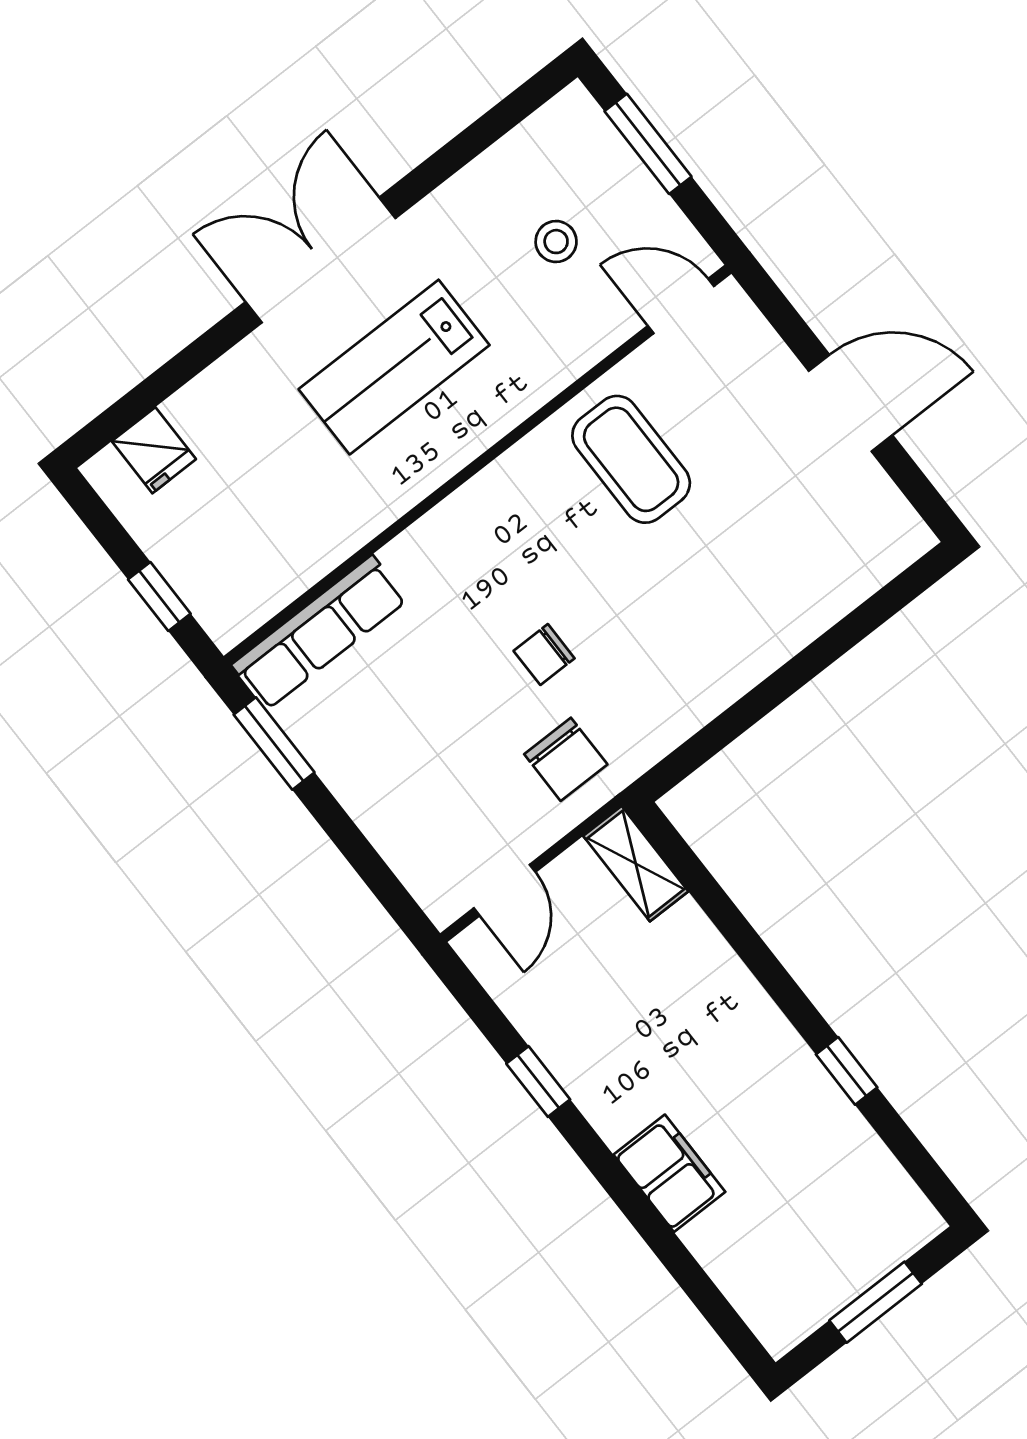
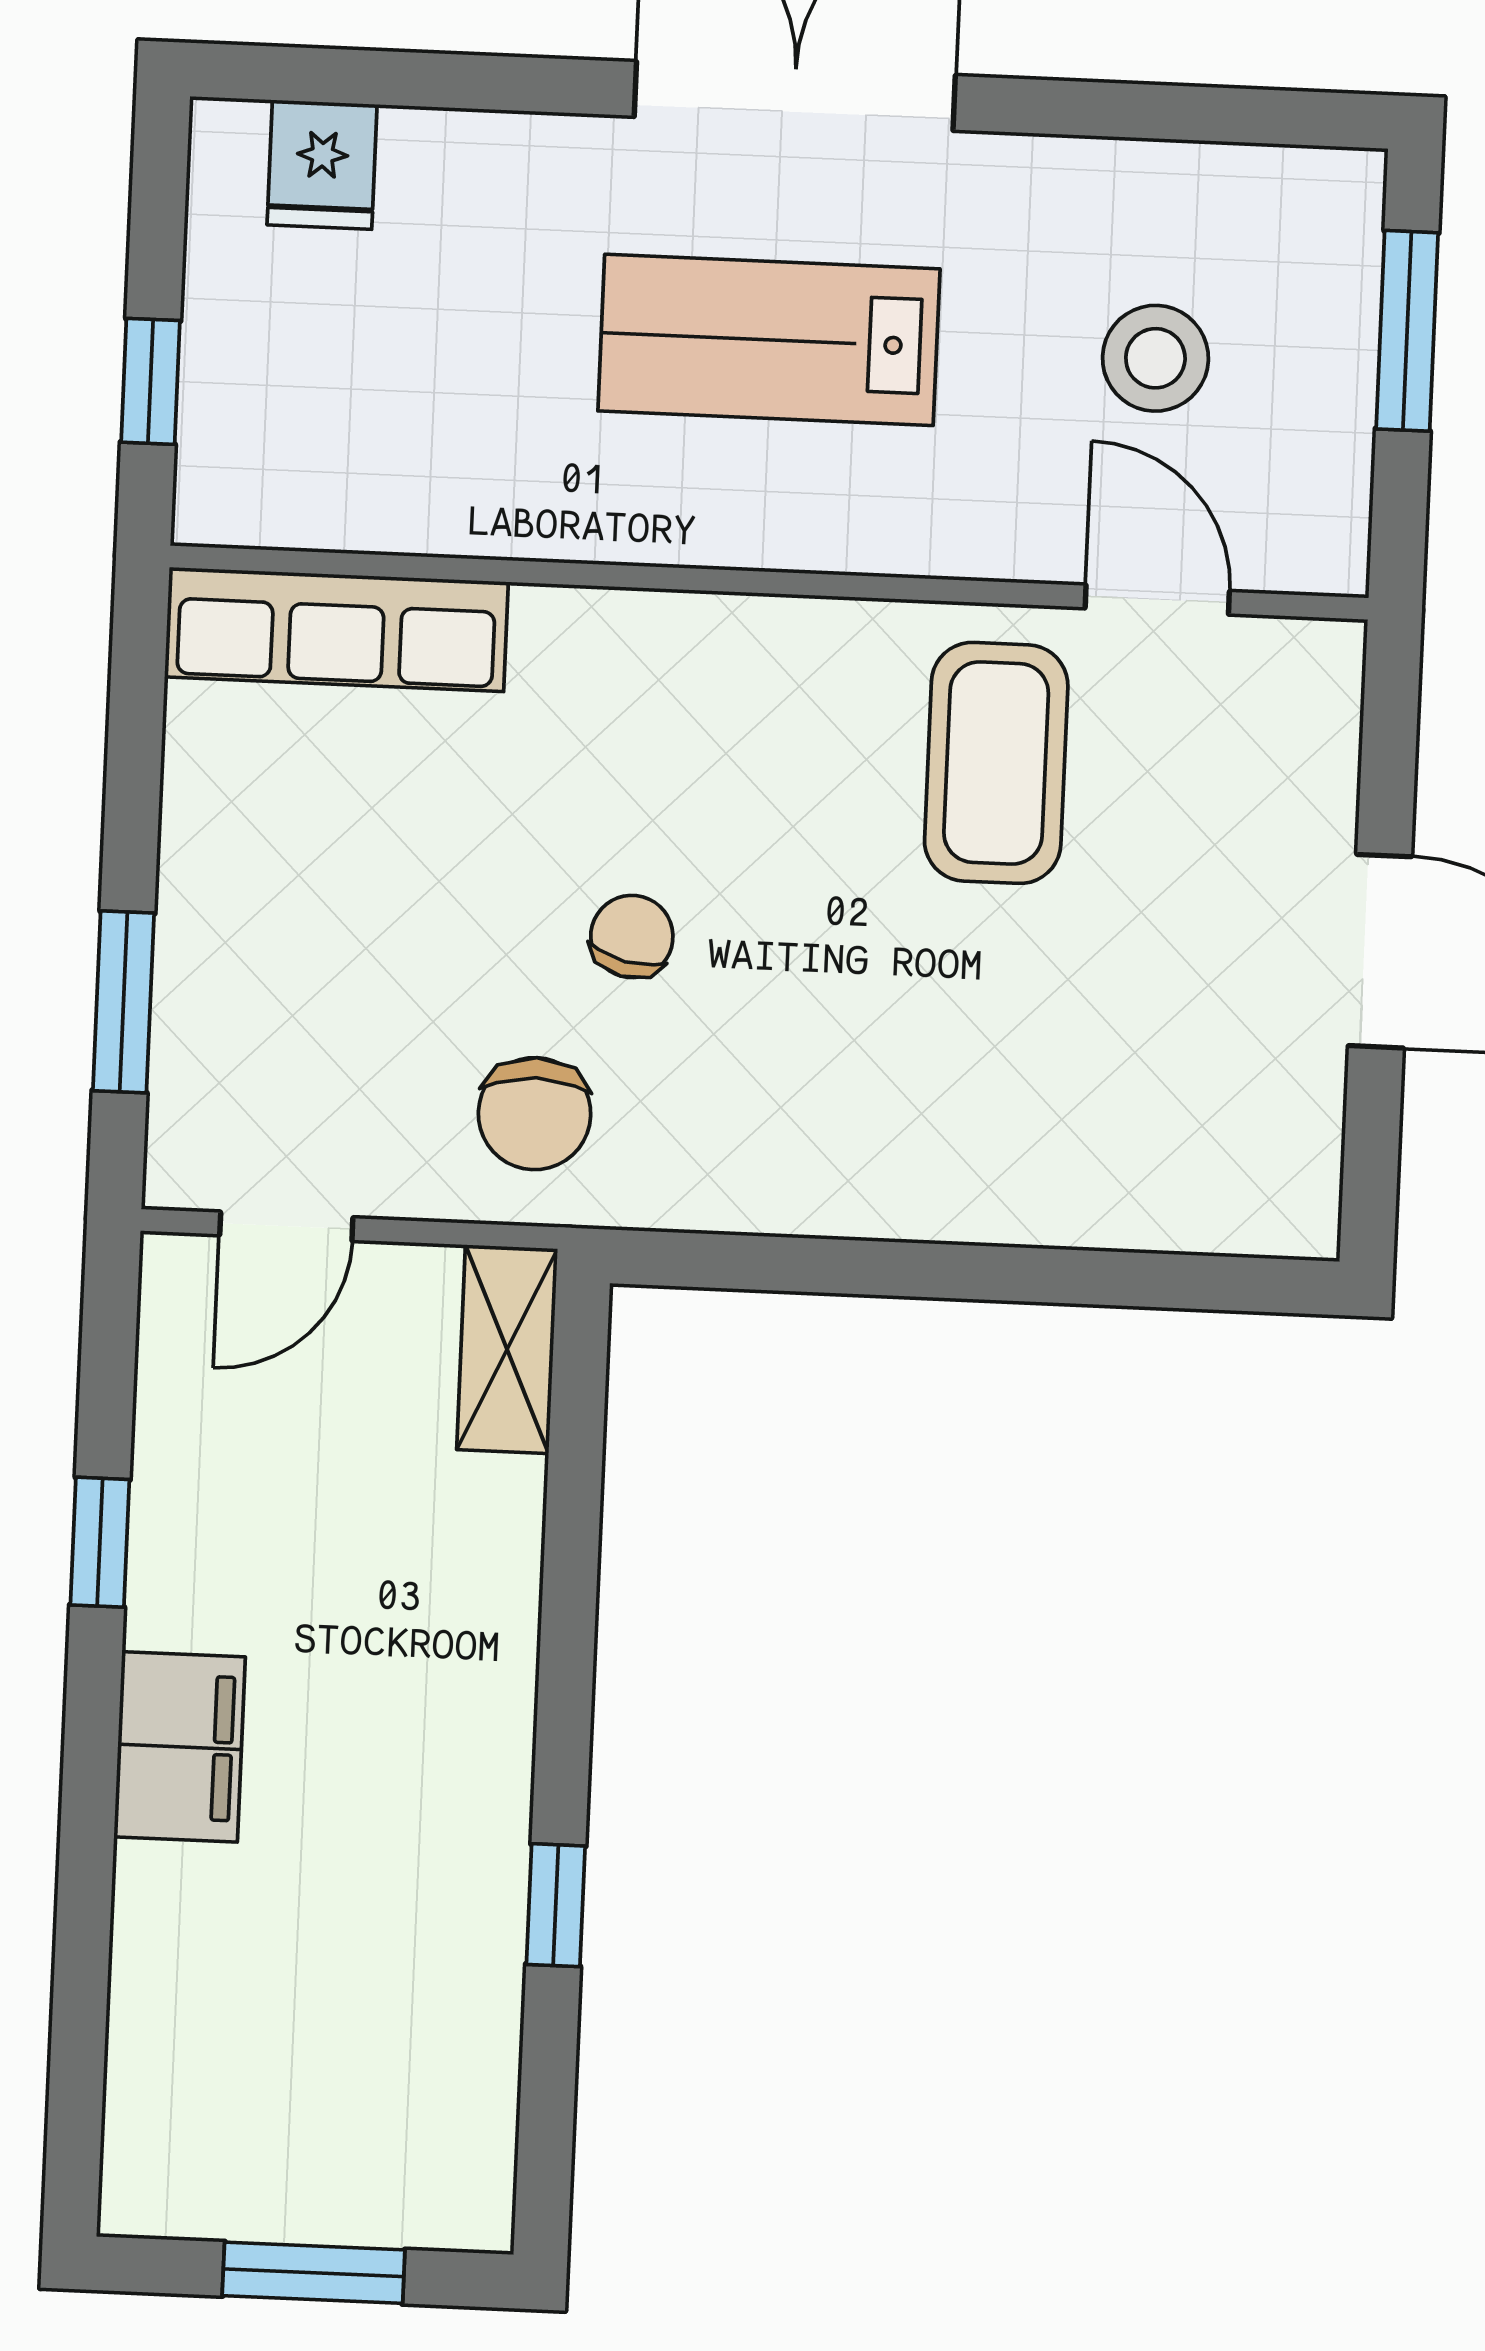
stool: (556, 242) -> (1155, 358), width x1.37, depth x1.37
door: (681, 306) -> (1157, 600), moved
chair: (544, 655) -> (632, 937), turned 103
window: (274, 744) -> (123, 1002), moved
filing cabinet: (669, 1173) -> (180, 1747), moved

